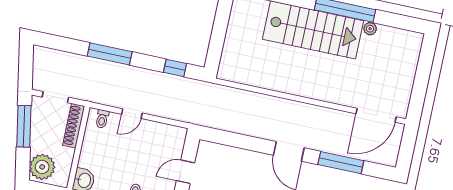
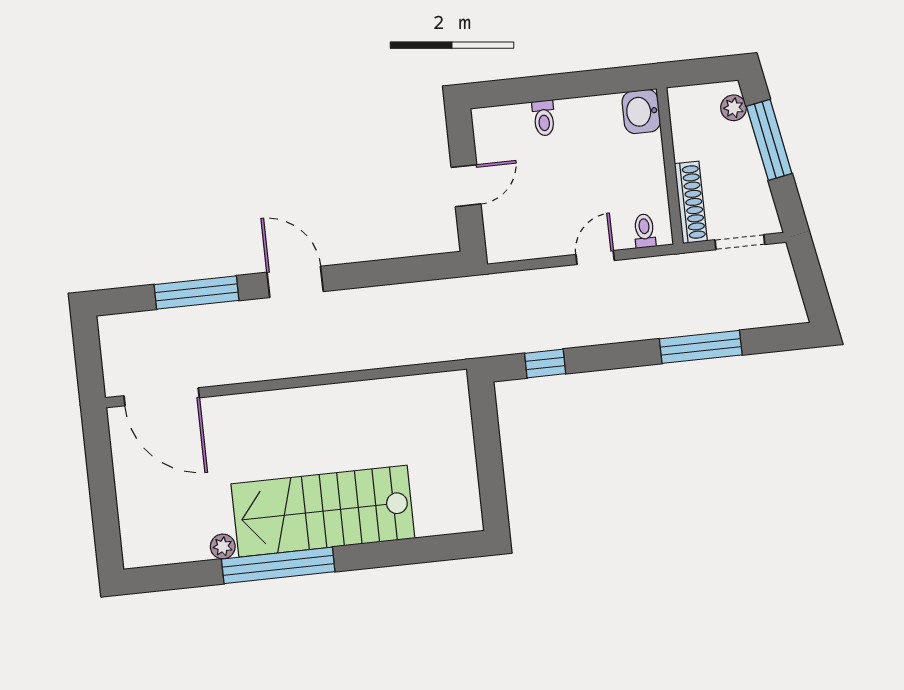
window: (110, 54) -> (701, 347), moved
door: (376, 115) -> (162, 397), swing flipped
window: (24, 126) -> (769, 140), moved
plant: (42, 167) -> (734, 108), width x0.53, depth x0.53

